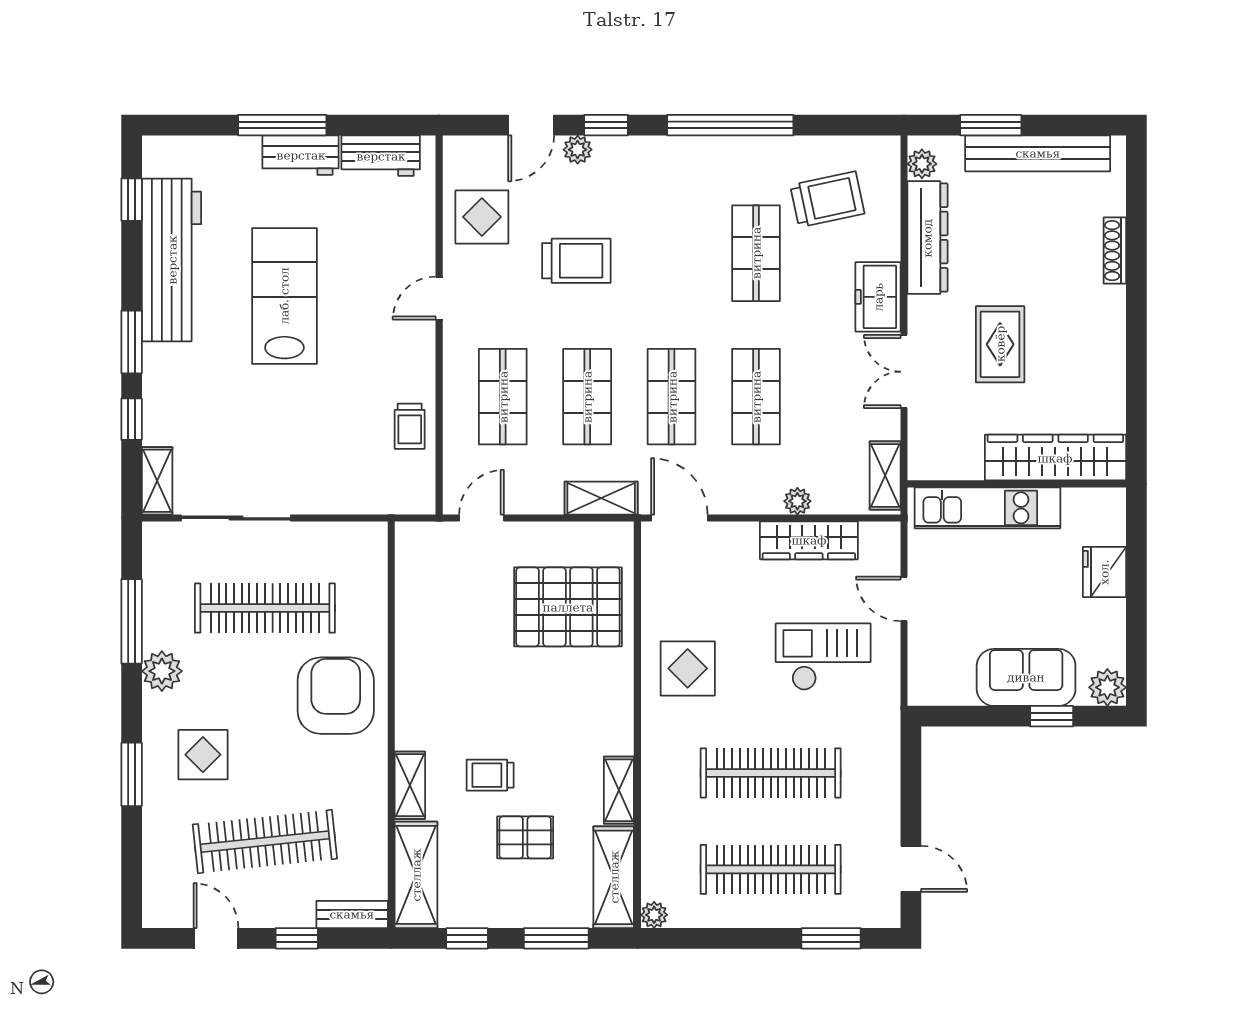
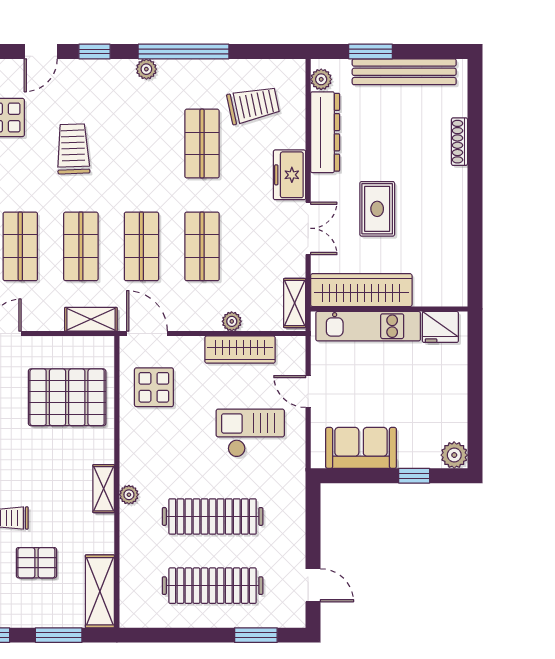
plant: (578, 150) -> (146, 69), moved
trolley: (576, 261) -> (73, 149), turned -92
double door: (904, 372) -> (308, 228), swing flipped
wardrobe: (1055, 458) -> (361, 290), moved
fridge: (1104, 572) -> (440, 327), moved, turned -90
display table: (688, 668) -> (154, 387), moved
sofa: (1026, 677) -> (361, 448), moved
shelving: (619, 790) -> (104, 489), moved
plant: (654, 915) -> (129, 495), moved

